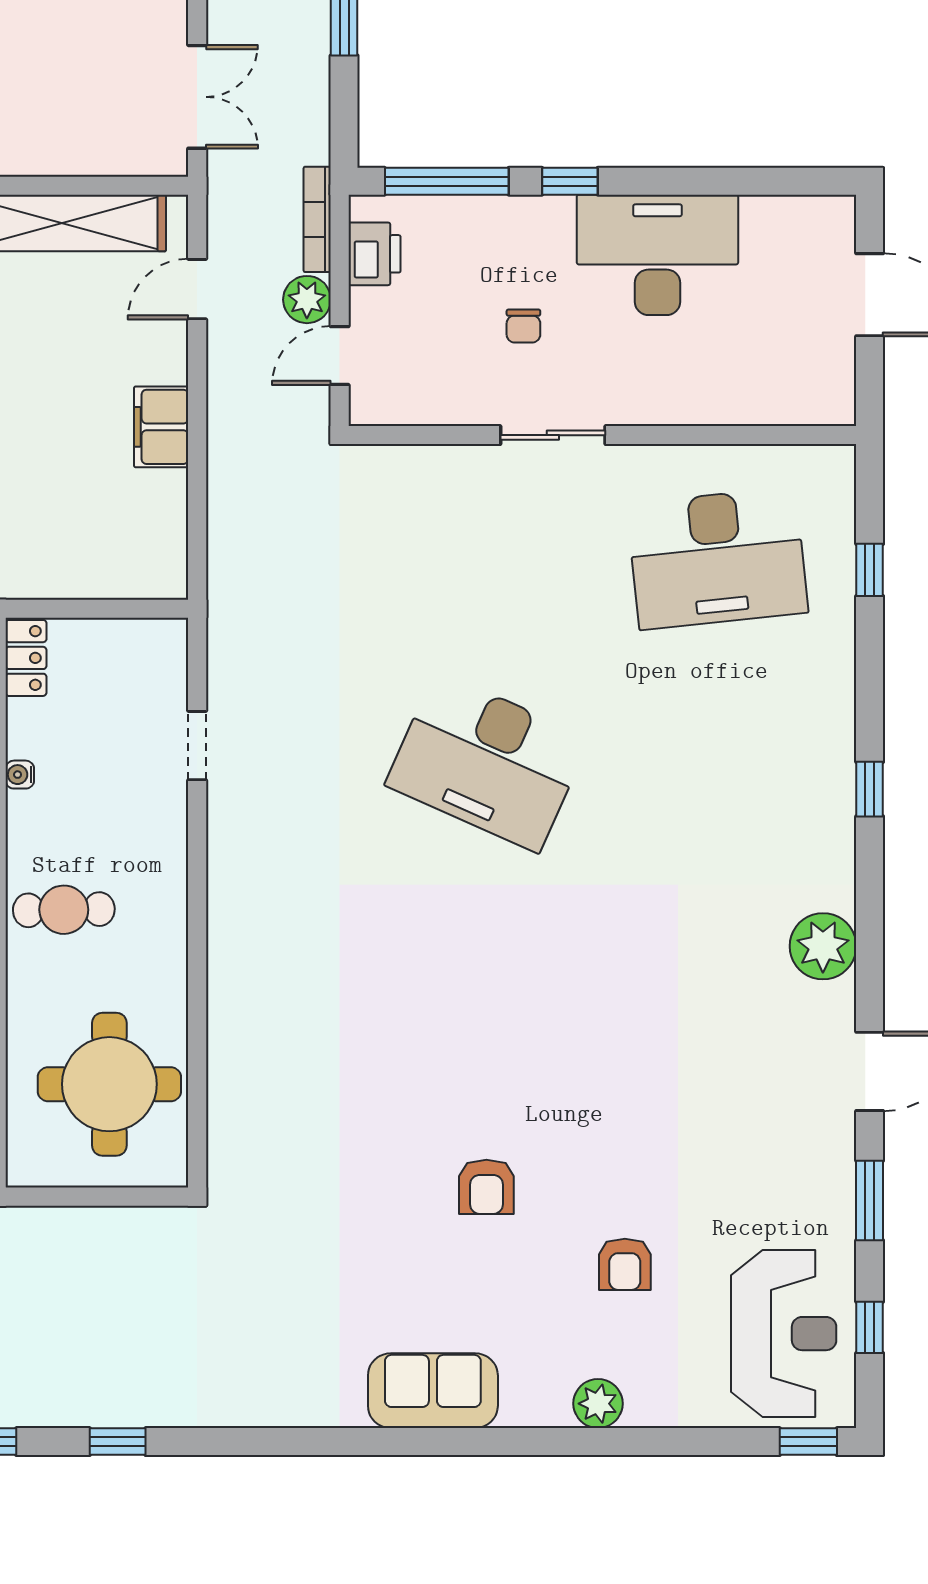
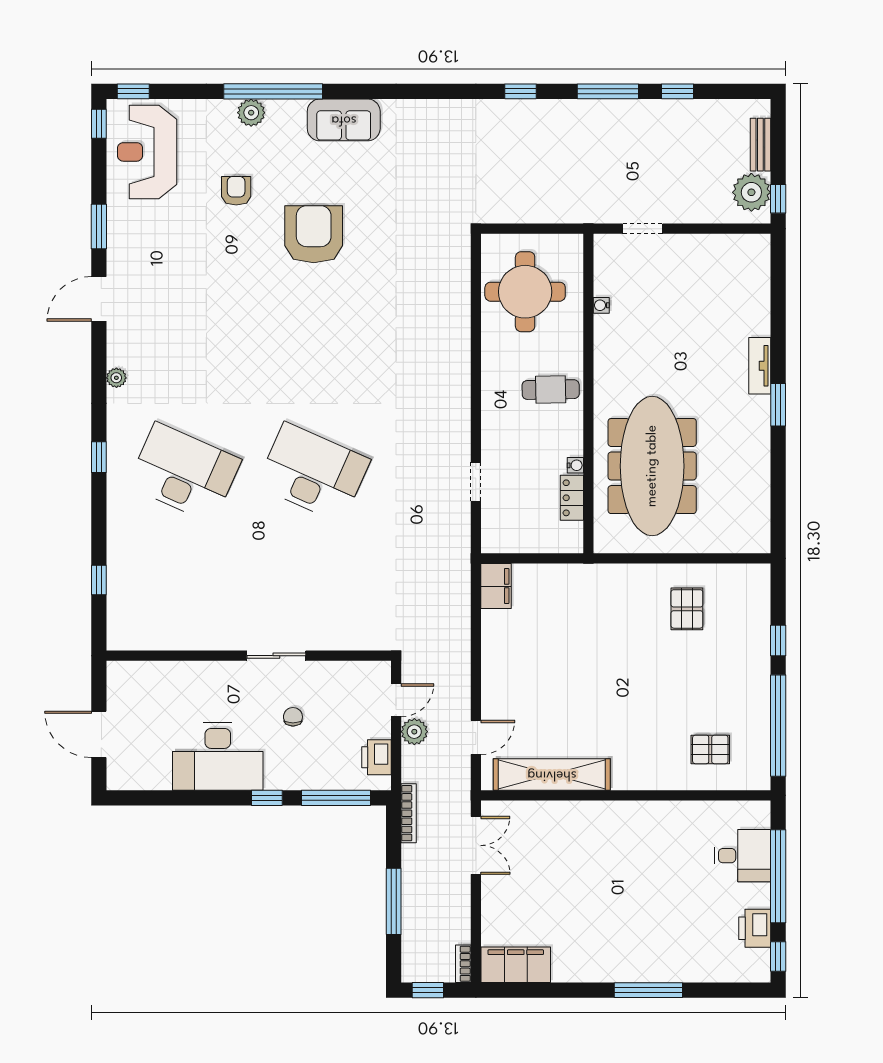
double door: (197, 97) -> (476, 845), swing flipped
bookcase: (317, 219) -> (409, 813), moved
filing cabinet: (161, 427) -> (496, 586), moved
desk: (717, 558) -> (184, 473), moved, turned 30
locker: (26, 658) -> (572, 498), moved
plant: (823, 946) -> (116, 378), width x0.53, depth x0.53
armchair: (486, 1187) -> (314, 234), width x1.88, depth x1.88
window: (870, 1327) -> (99, 124), moved
window: (559, 1442) -> (273, 91), added

